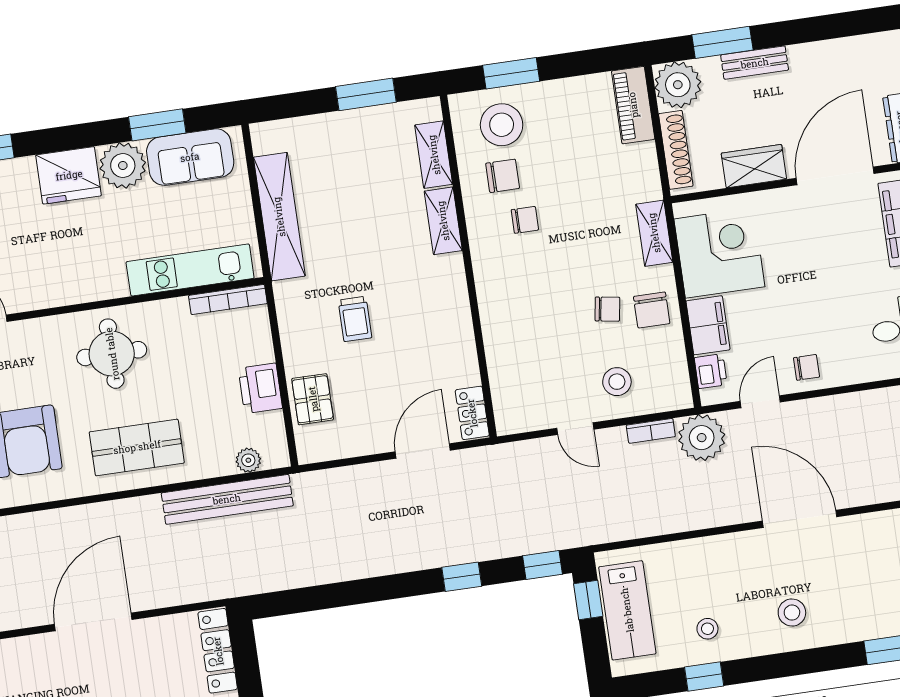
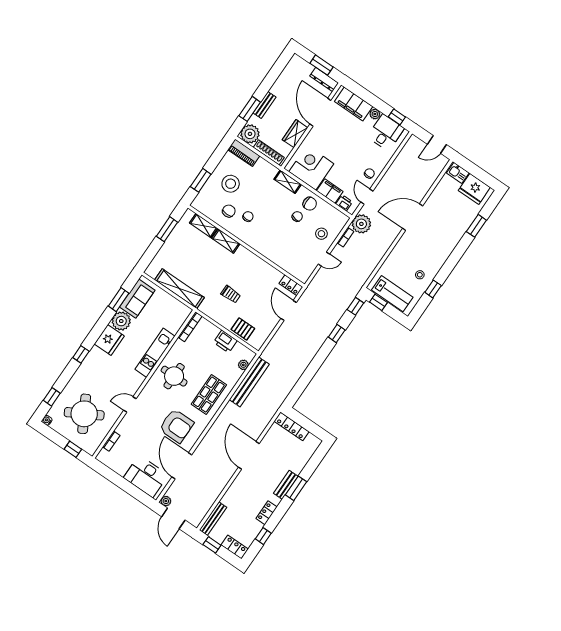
stool: (502, 125) -> (231, 184), moved
kitchen unit: (190, 270) -> (155, 353), moved
stool: (792, 613) -> (438, 245), removed

